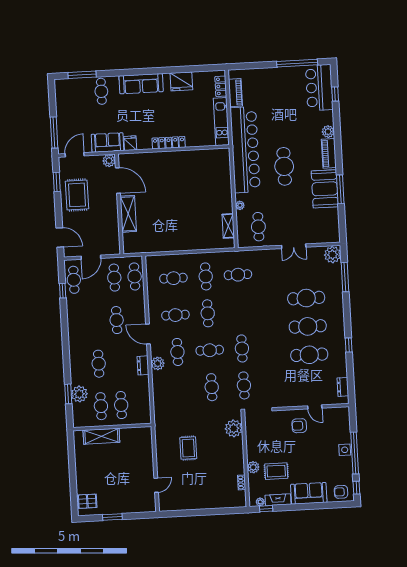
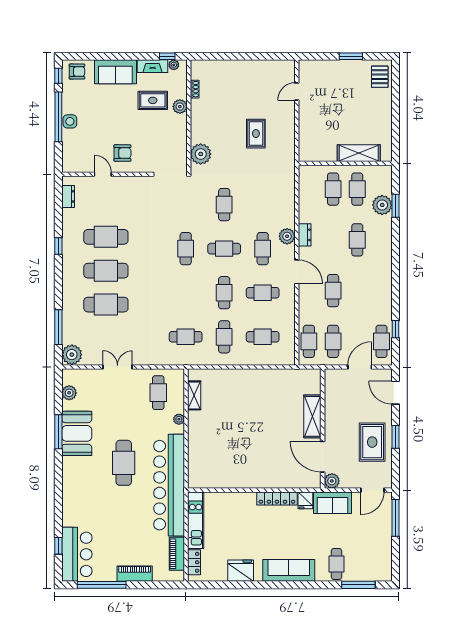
plant: (328, 132) -> (69, 393), moved
locker: (169, 143) -> (277, 498), moved
piano: (329, 153) -> (135, 574), moved, turned -90
window: (57, 182) -> (395, 437), moved
cafe table: (244, 385) -> (186, 205), removed
pallet: (87, 501) -> (380, 77), turned 90

